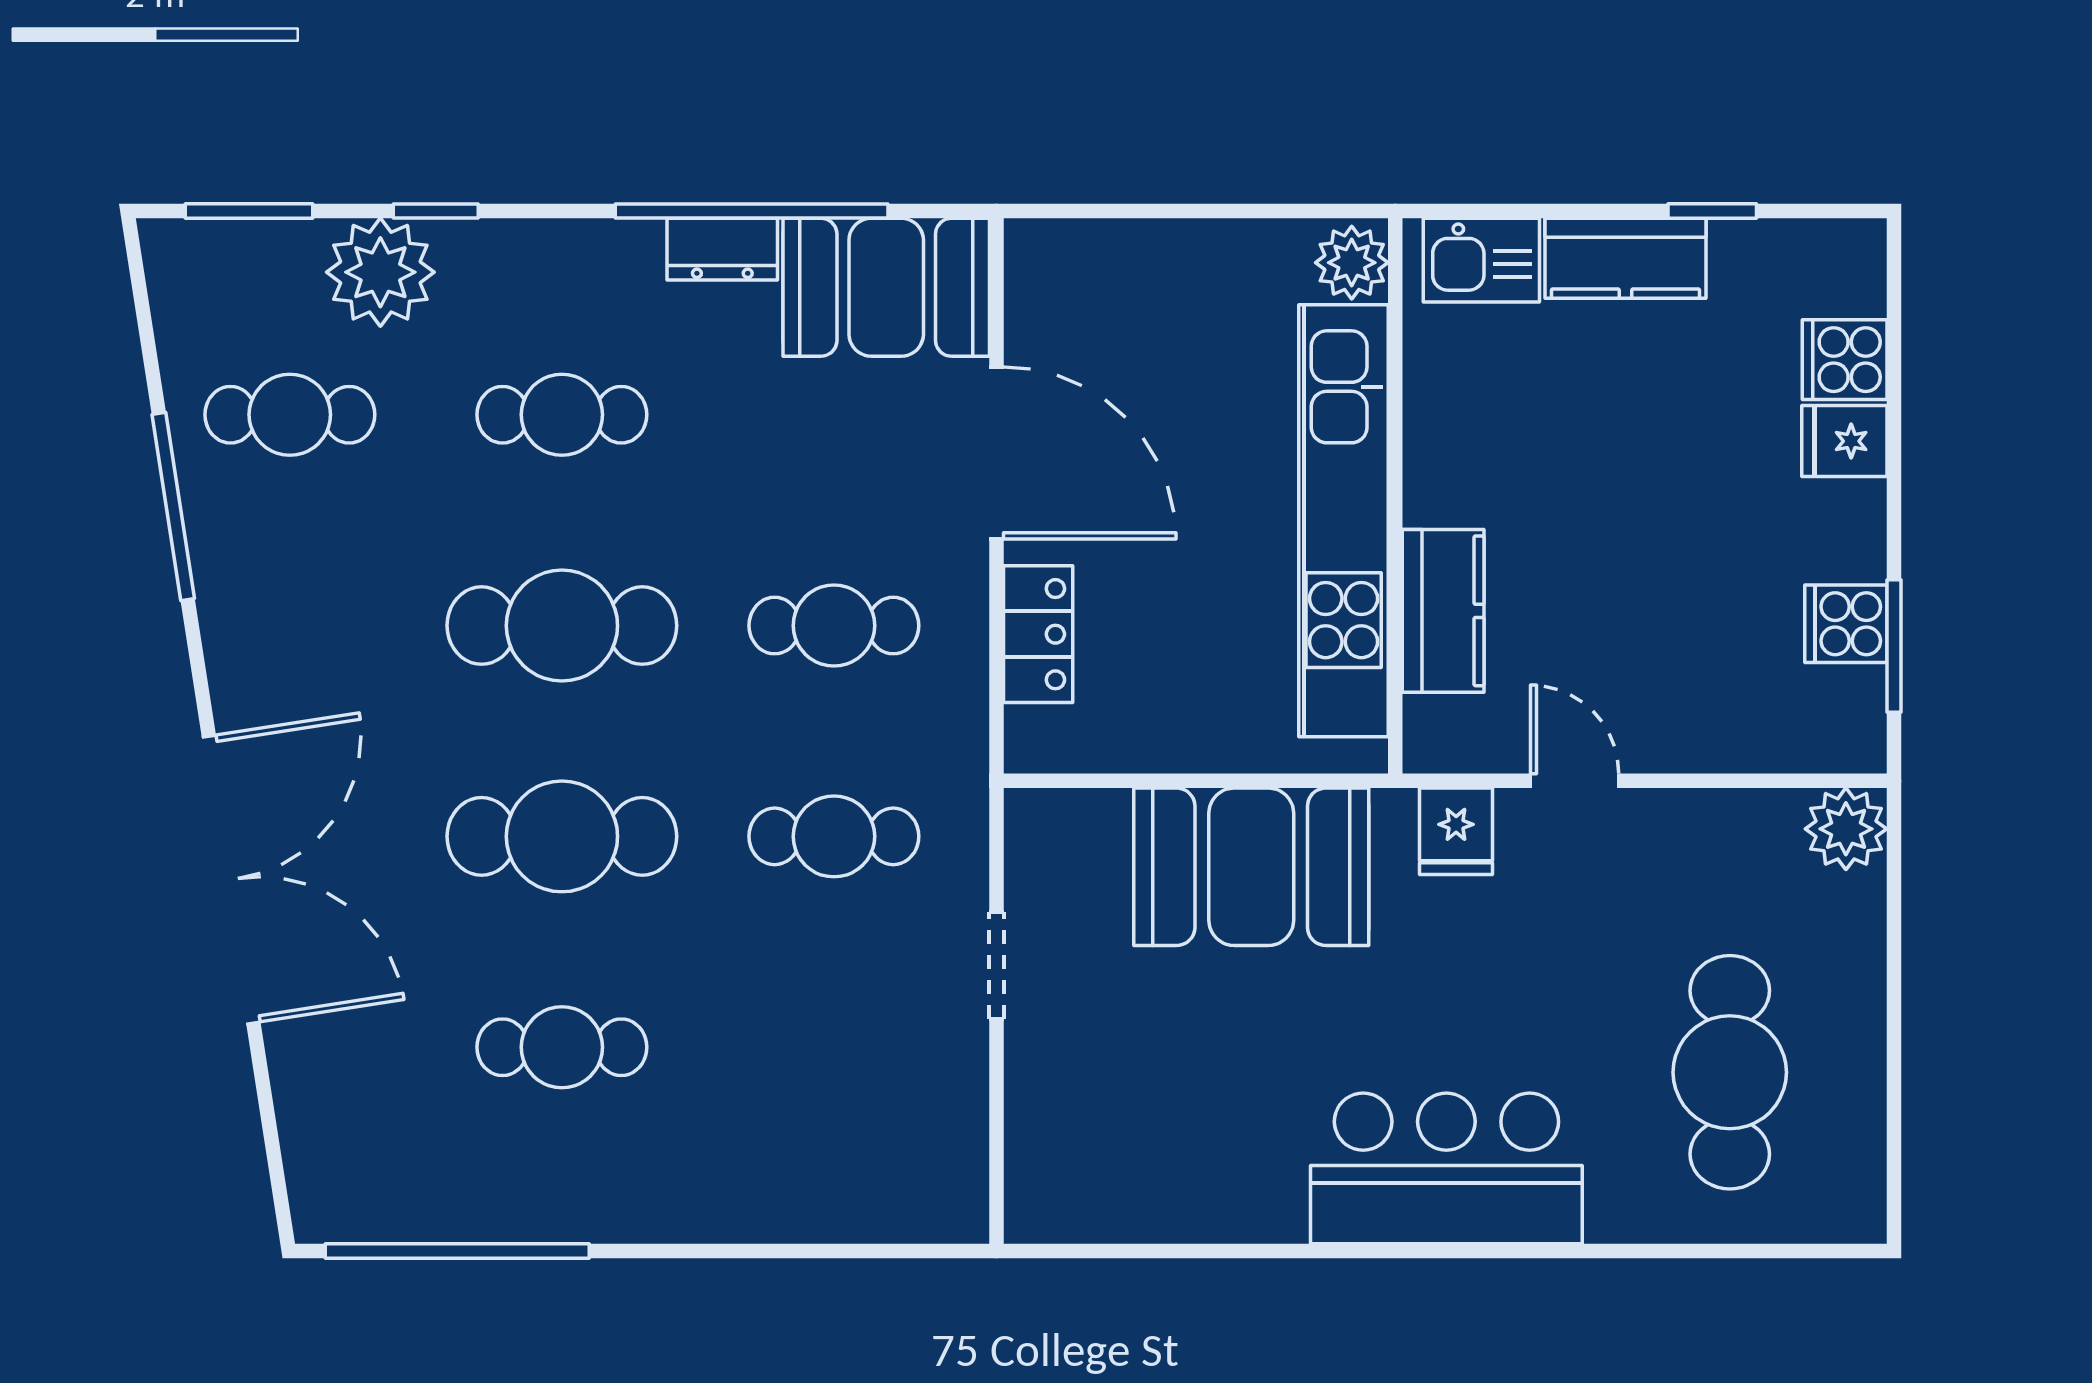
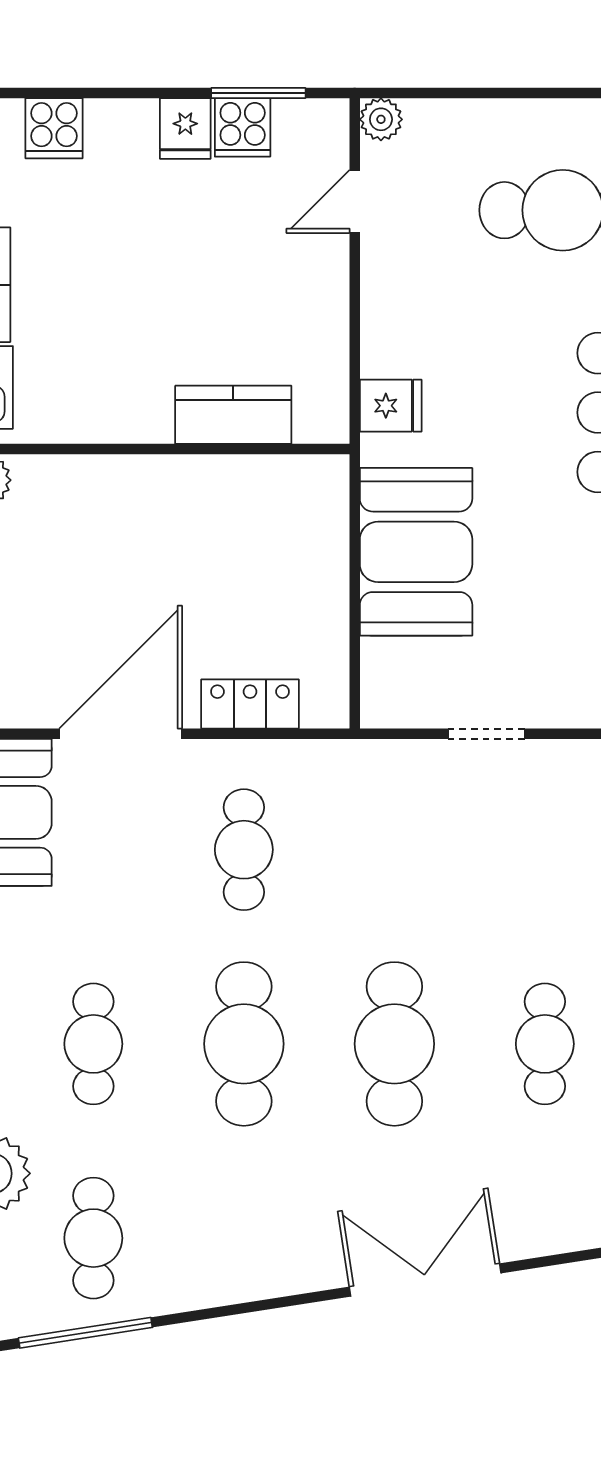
fridge: (1844, 441) -> (185, 128), moved
window: (173, 506) -> (85, 1333), moved
kitchen unit: (1344, 521) -> (169, 486), removed
door: (1575, 781) -> (355, 201), moved
plant: (1846, 829) -> (381, 119), width x0.73, depth x0.73
cafe table: (834, 836) -> (394, 850), removed
double door: (231, 880) -> (425, 1280), width x0.73

